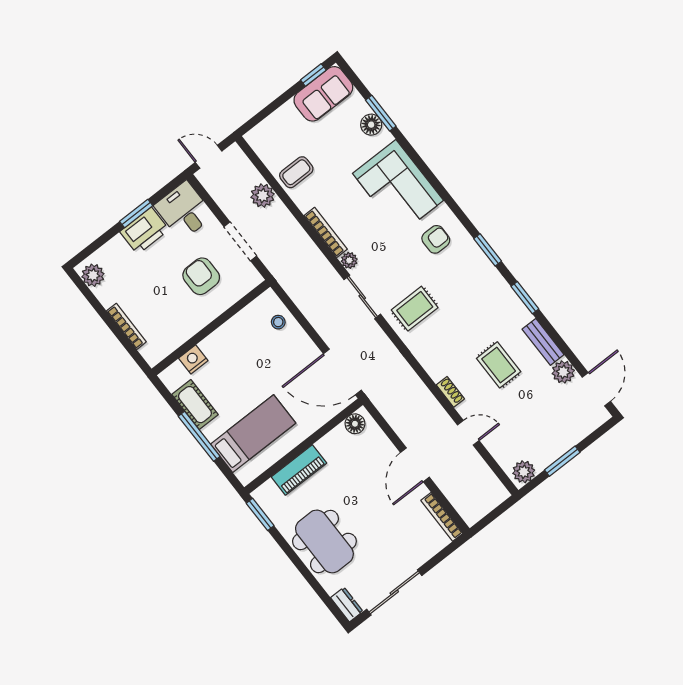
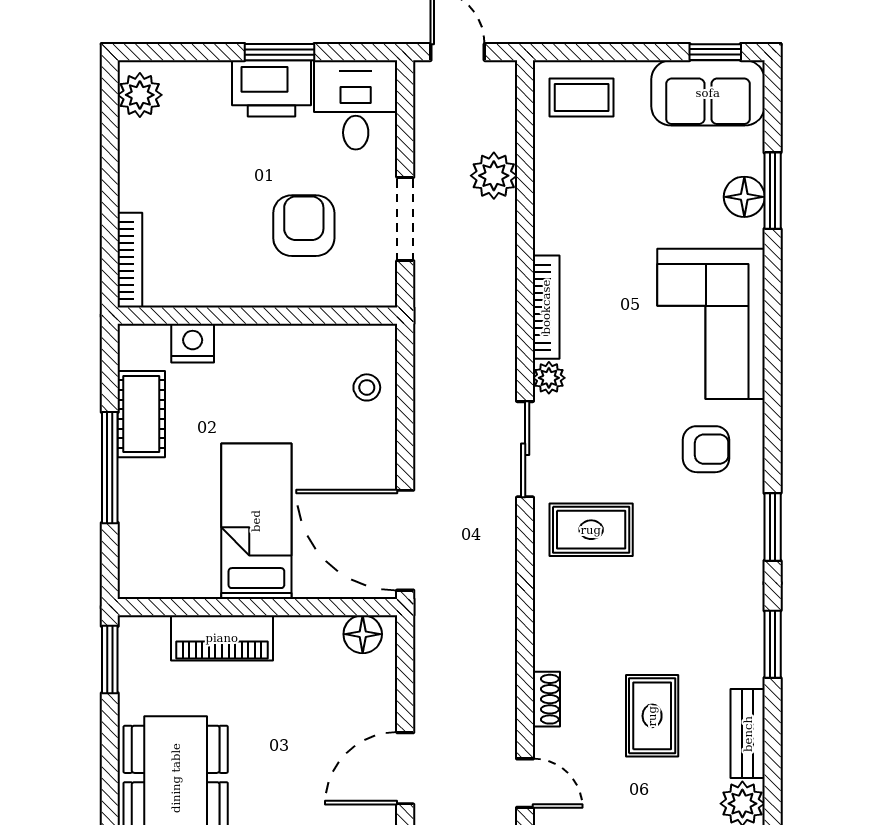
coffee table: (296, 172) -> (582, 97), moved
bookcase: (126, 326) -> (130, 260), moved
bed: (253, 434) -> (256, 521), moved, turned -90

